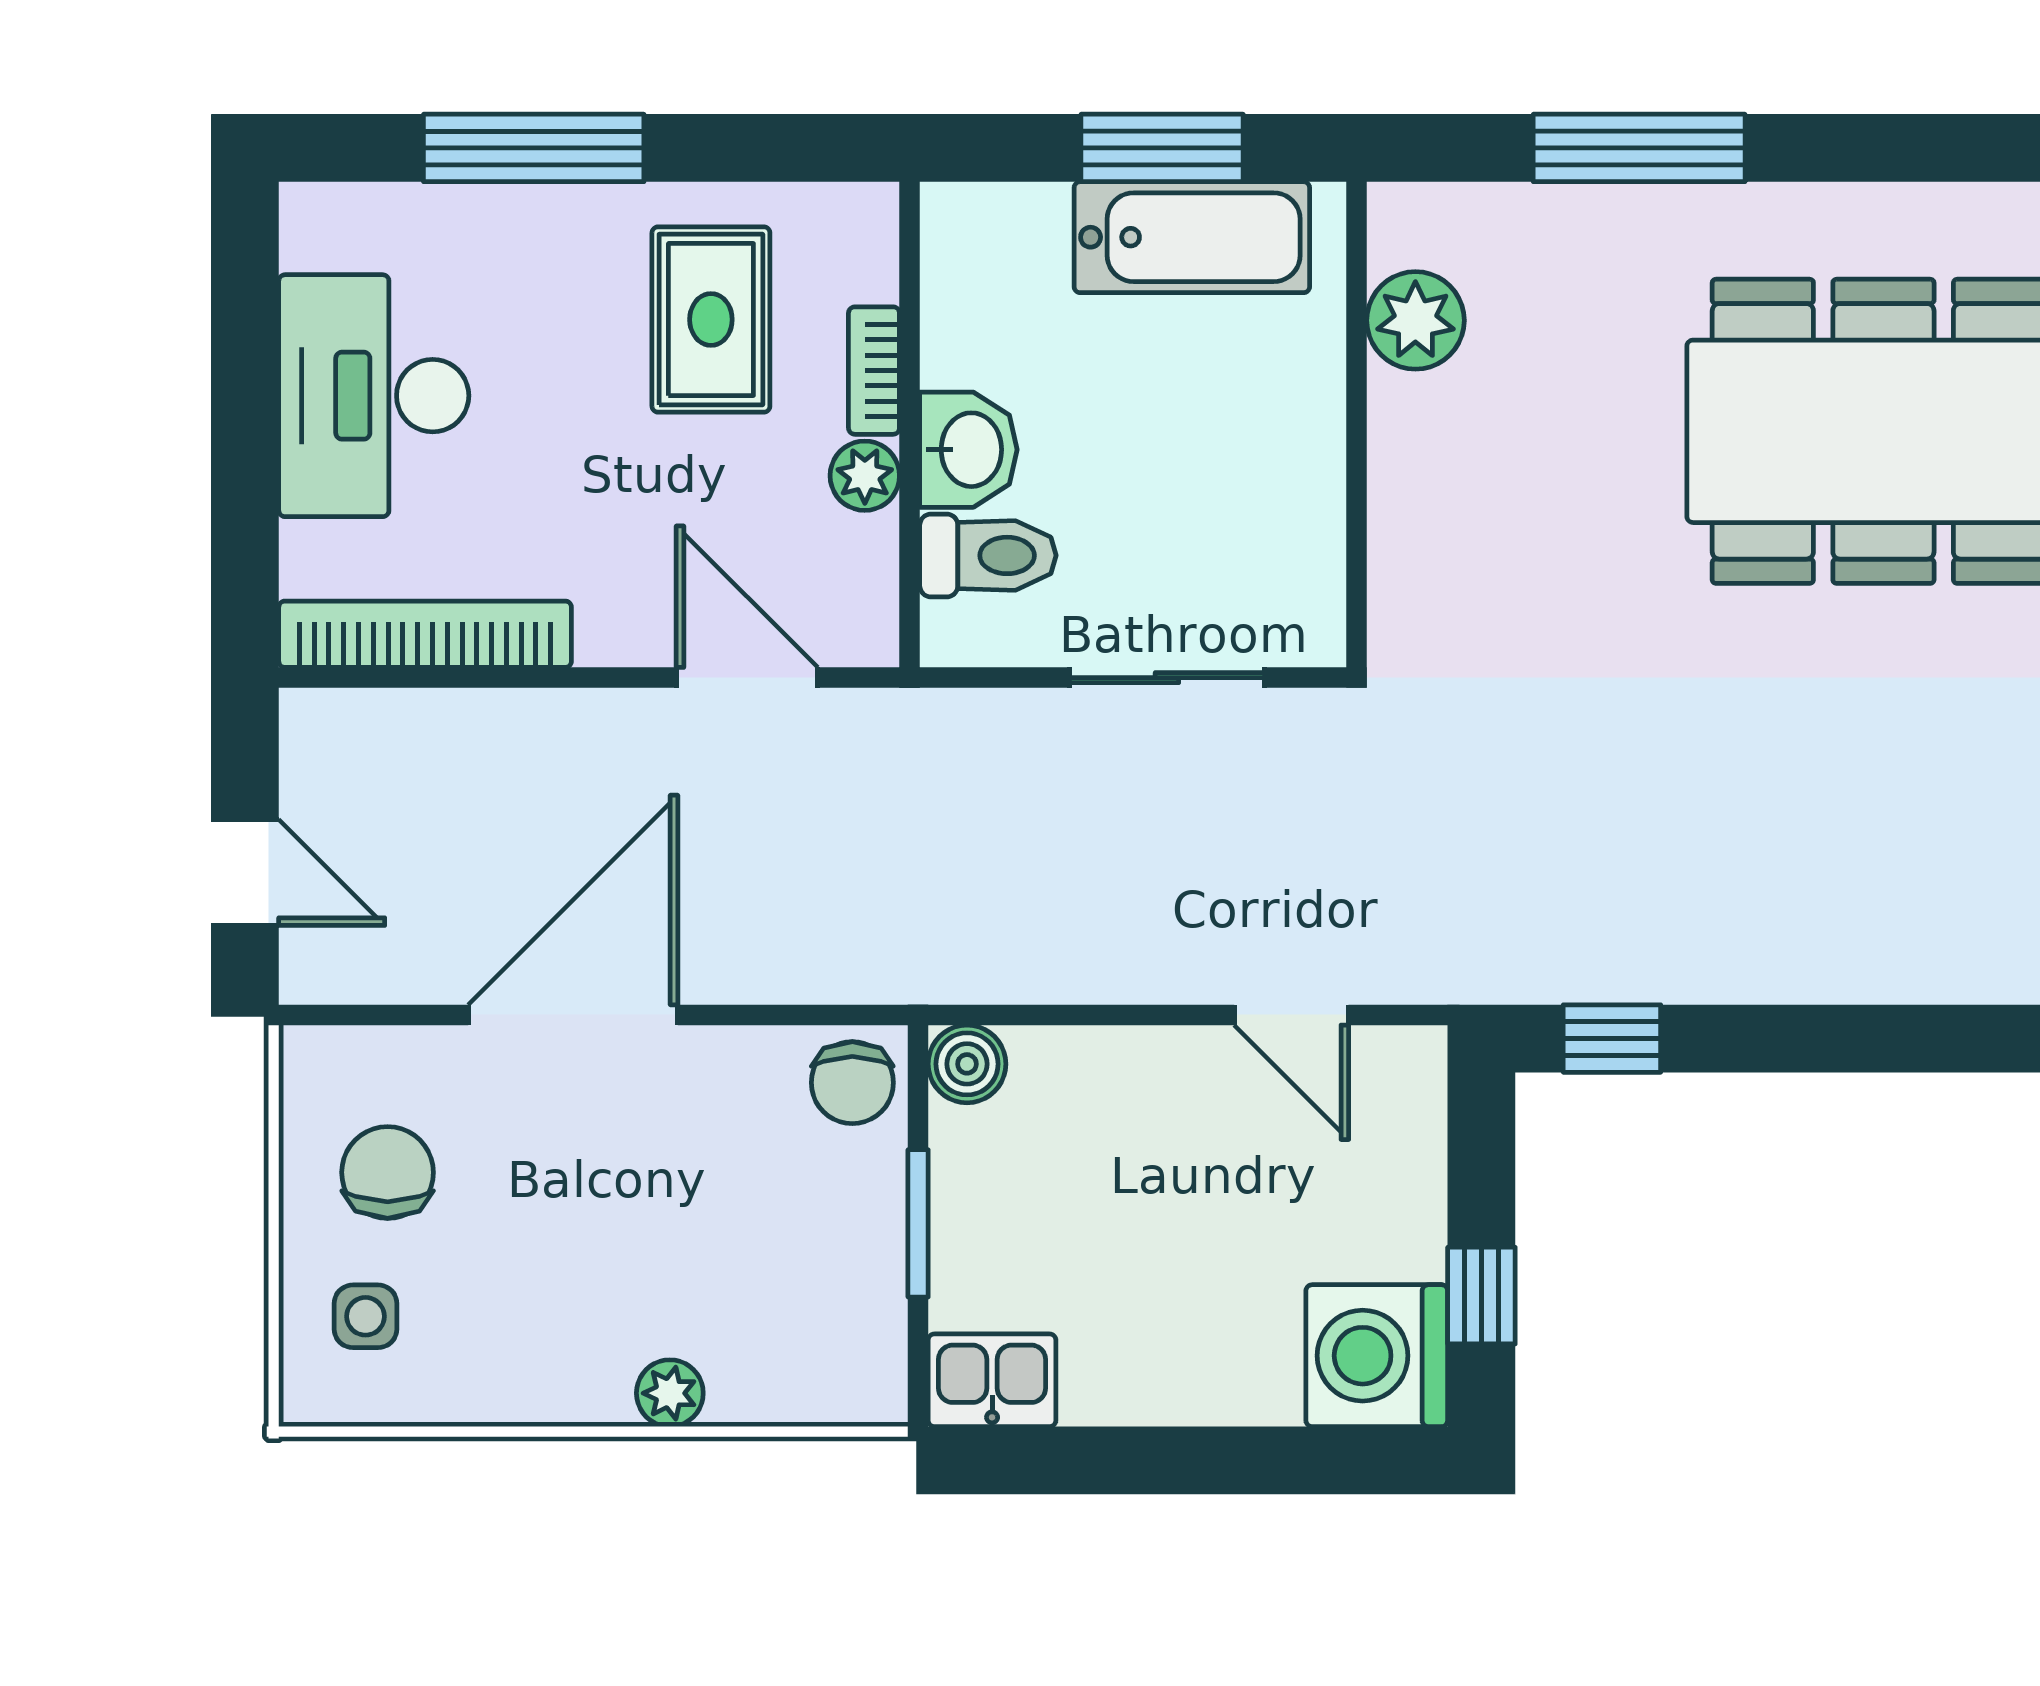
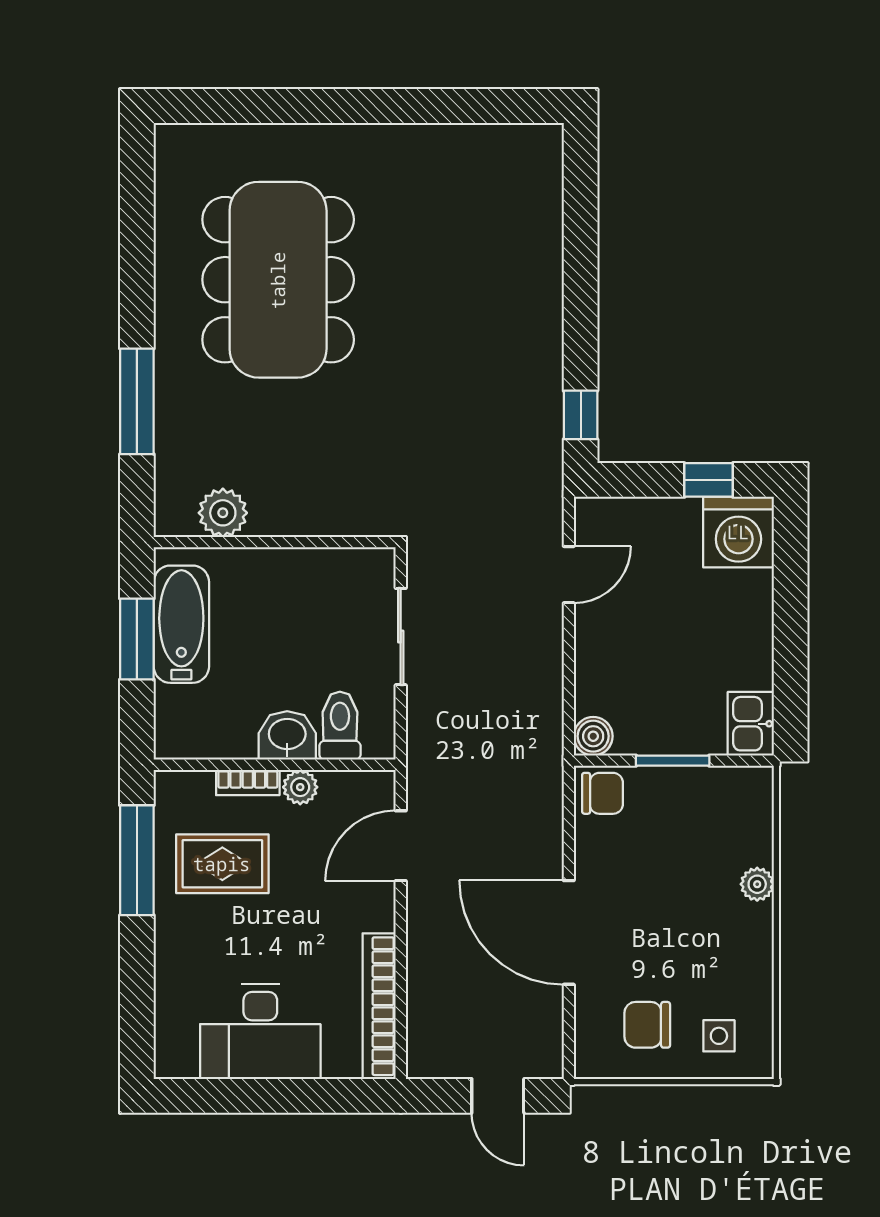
window: (534, 148) -> (137, 860), moved
door: (245, 872) -> (498, 1096), swing flipped

